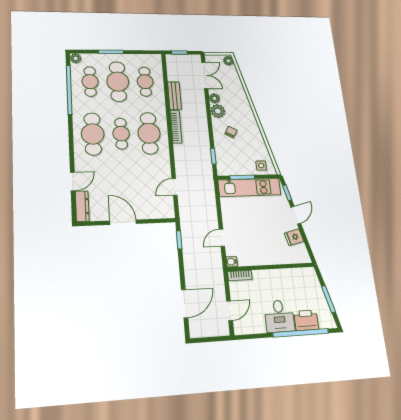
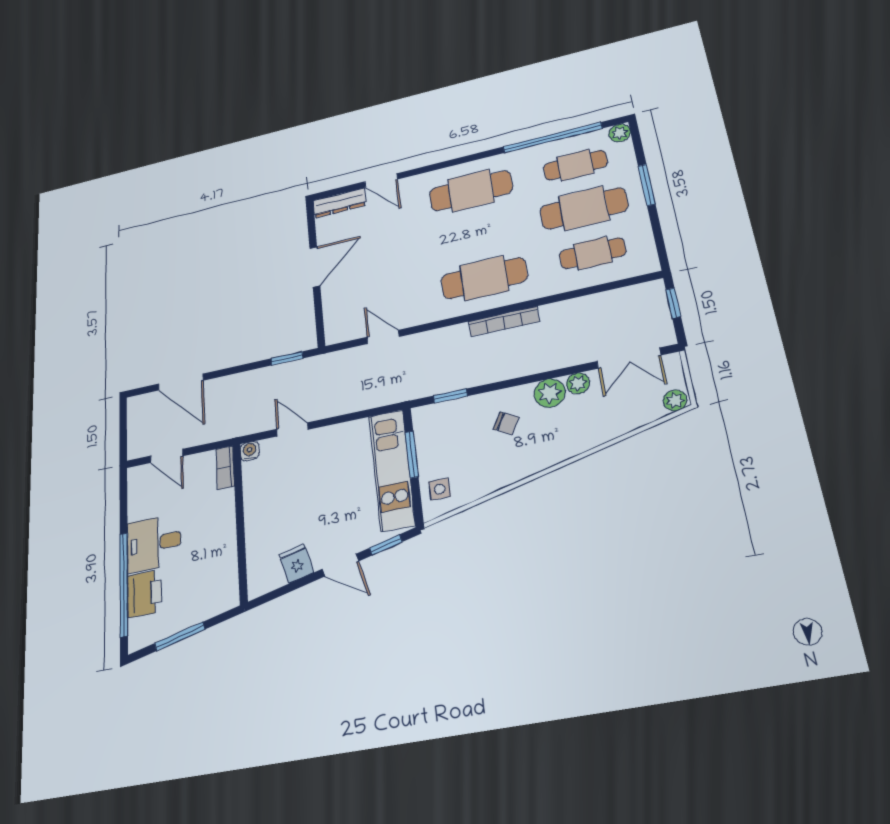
bench: (175, 96) -> (571, 309), removed
cafe table: (121, 134) -> (477, 234), removed

